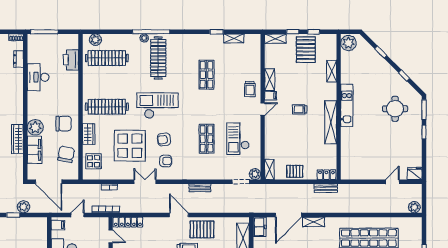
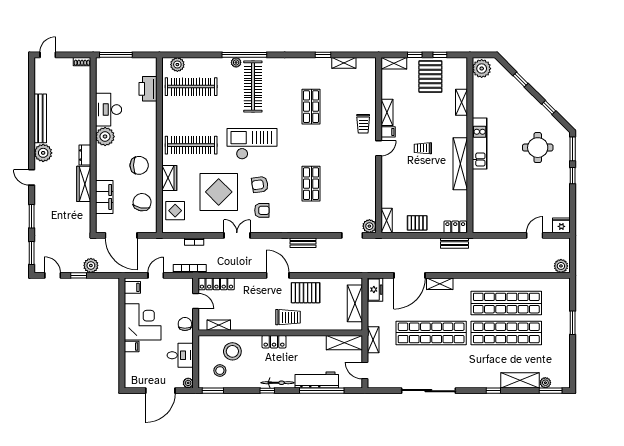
dresser: (18, 59) -> (85, 155), moved
plant: (35, 127) -> (105, 136), moved
checkout: (238, 139) -> (349, 184), removed

